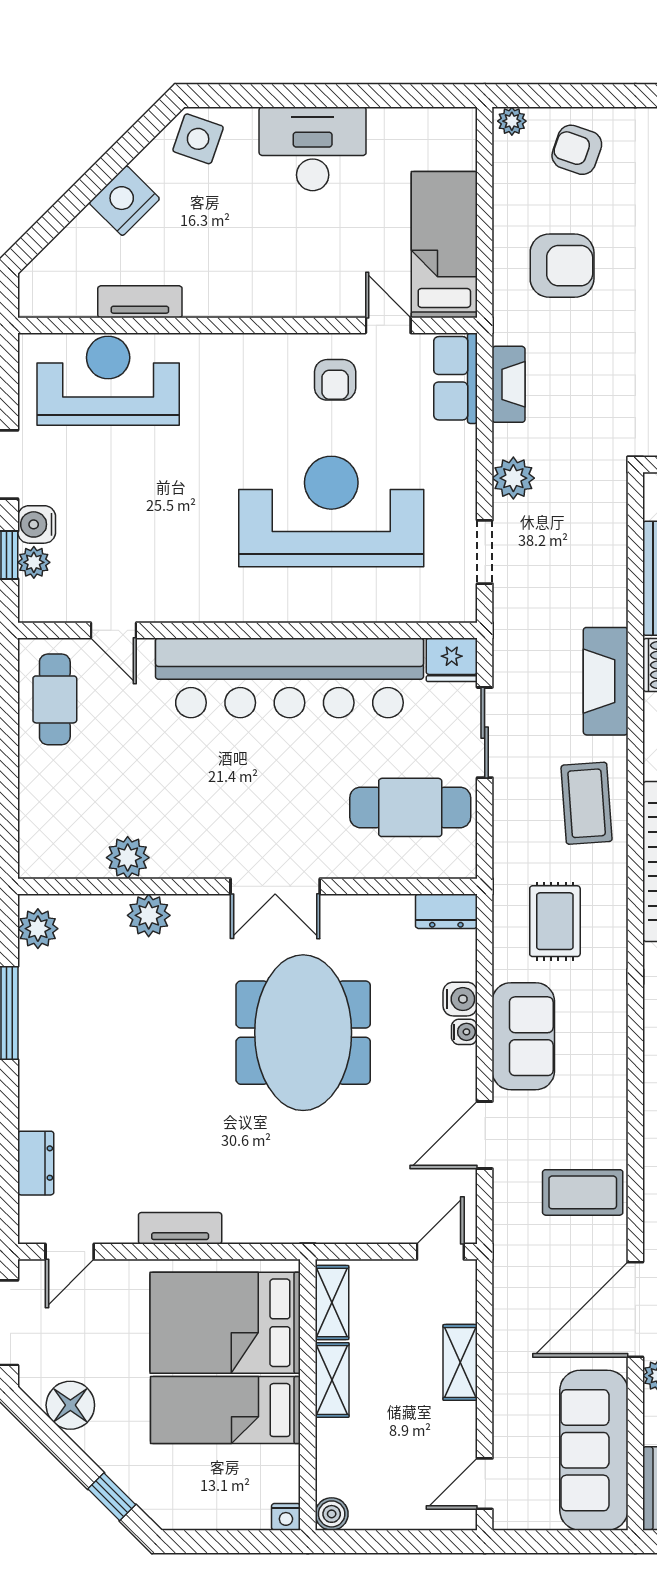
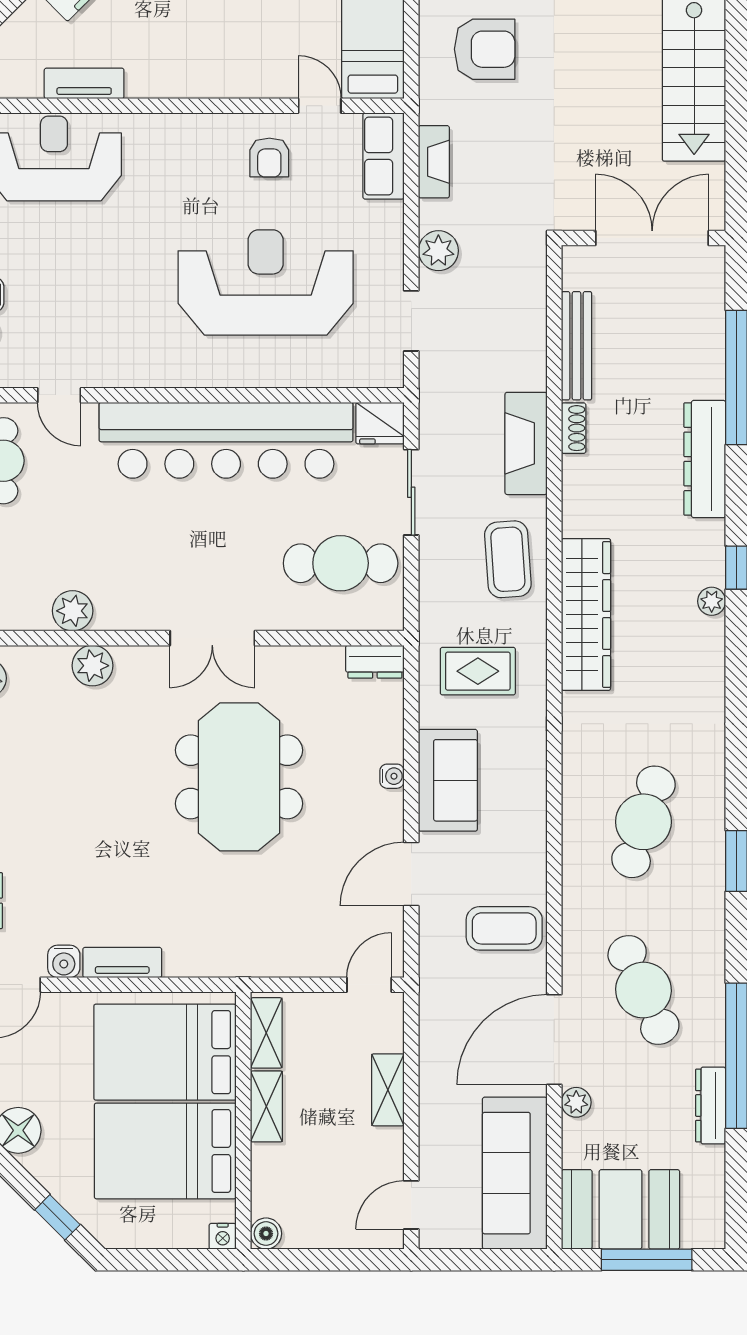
rug: (555, 921) -> (478, 671), turned 90
water cooler: (460, 999) -> (64, 961), moved, turned 90
bed: (225, 1410) -> (165, 1151), width x1.50

